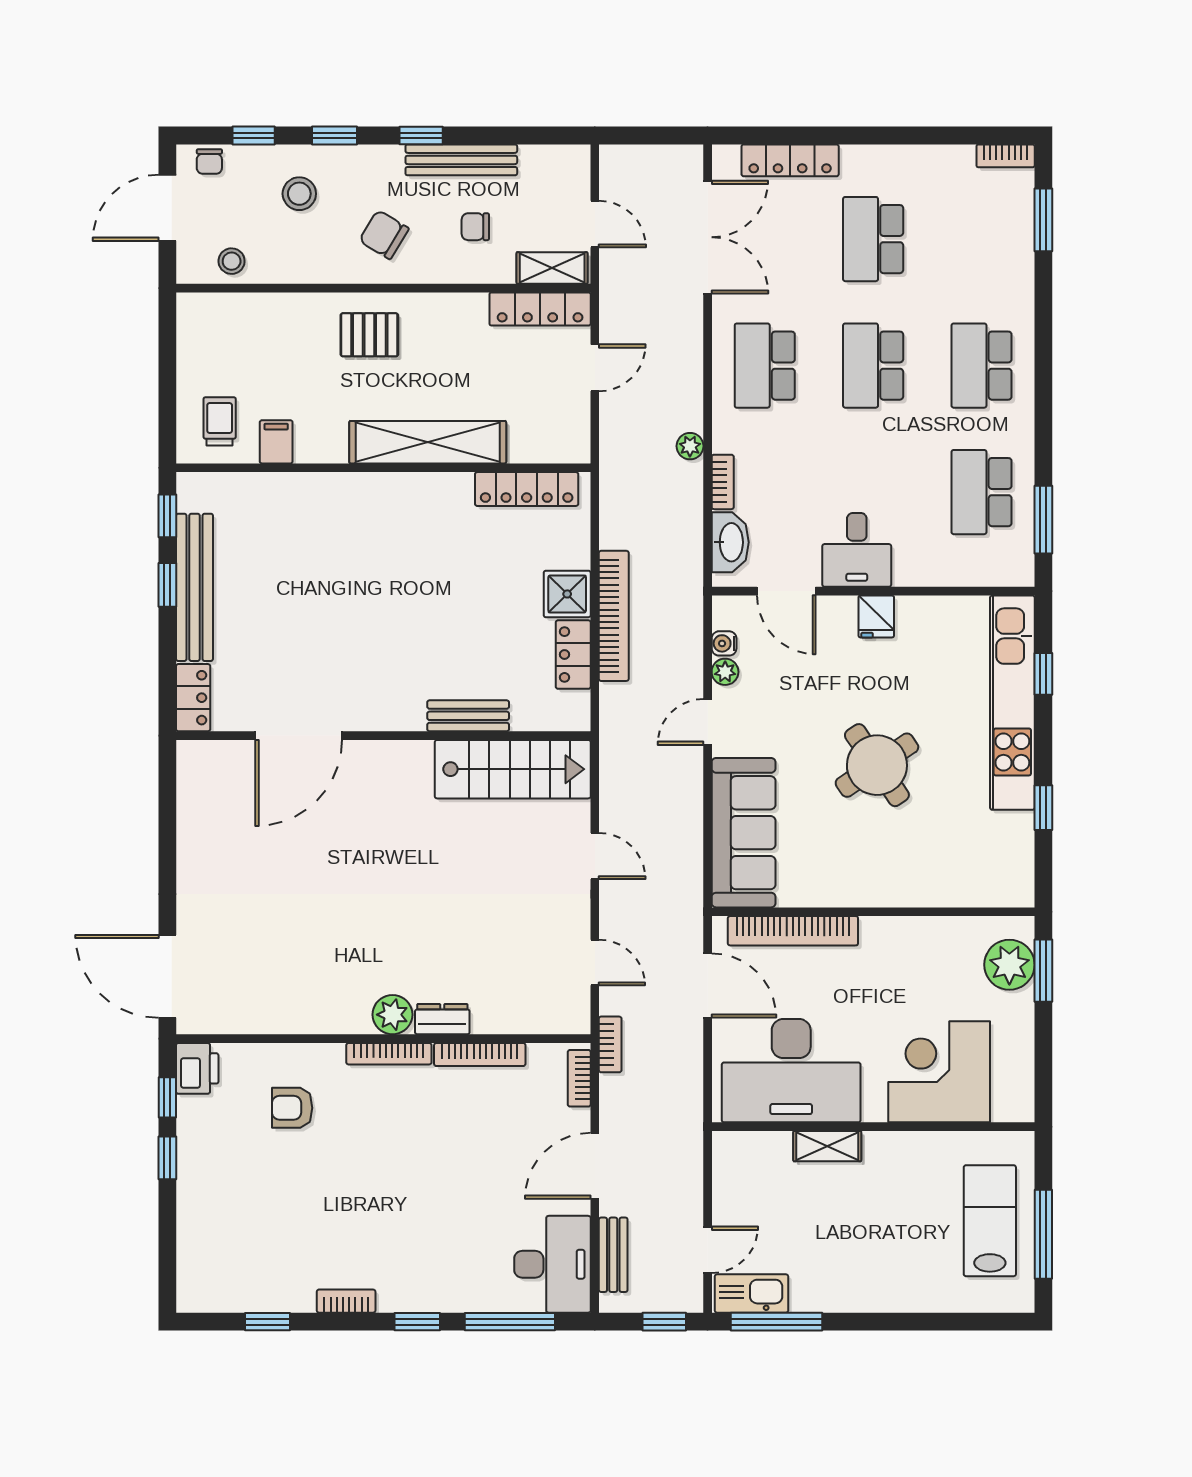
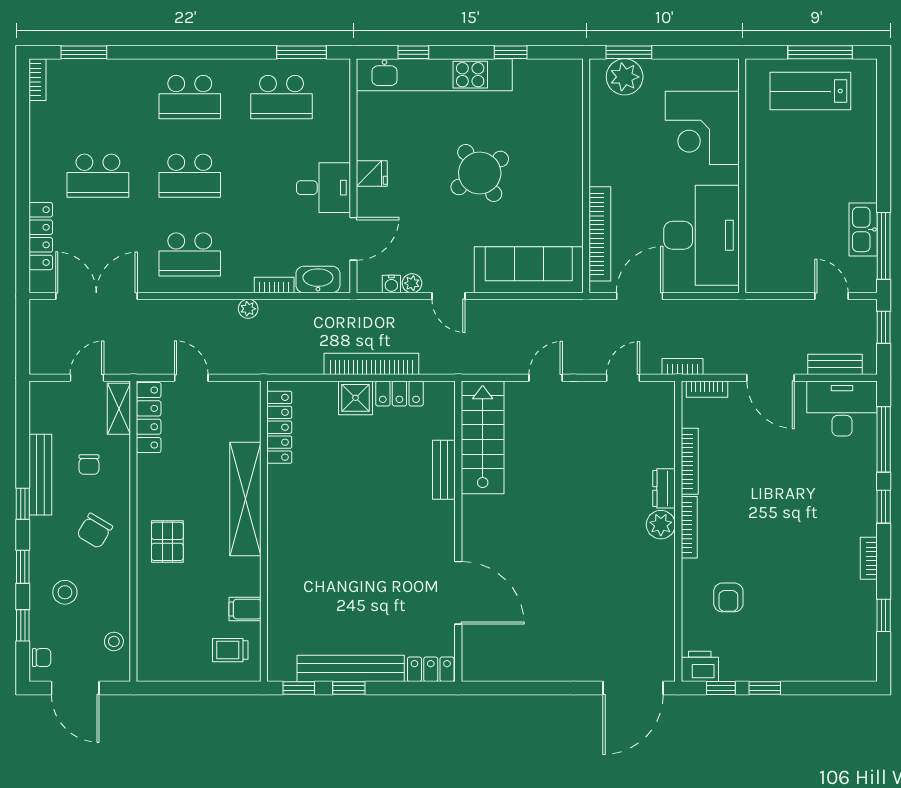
shelving: (827, 1146) -> (756, 209), removed
kitchen sink: (752, 1293) -> (863, 229), moved

